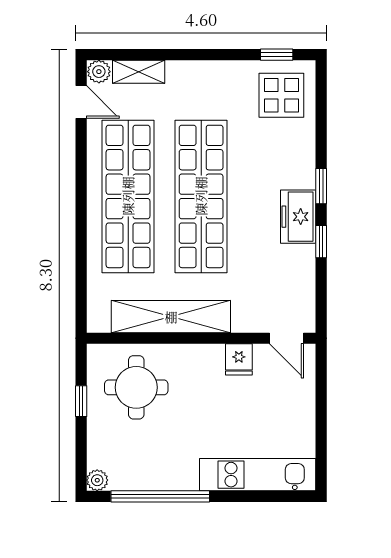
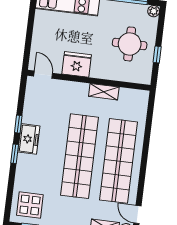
shelving: (171, 317) -> (104, 92), width x0.45, depth x0.75
fridge: (239, 359) -> (77, 64), width x1.88, depth x1.34
round table: (136, 387) -> (130, 44), moved

